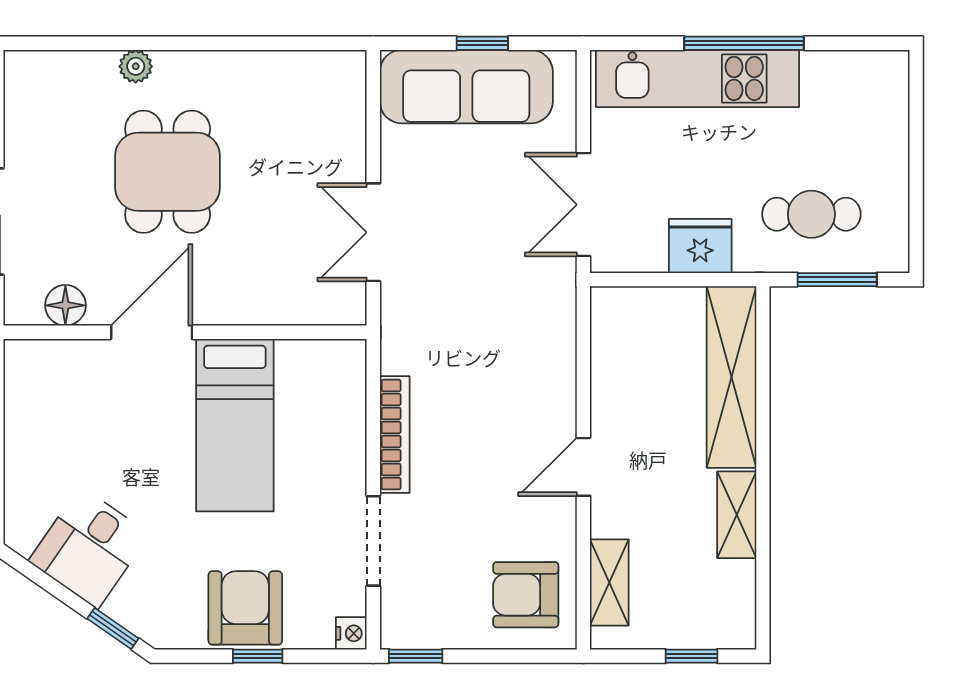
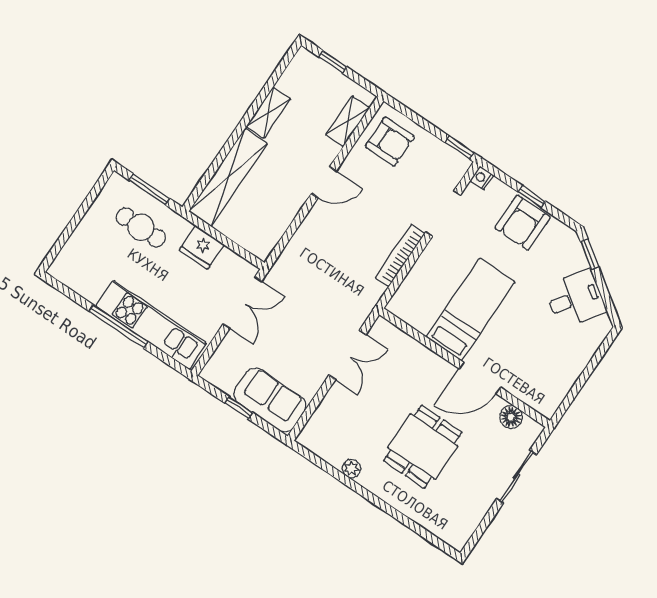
plant: (136, 66) -> (351, 469), moved
sofa: (466, 87) -> (270, 400), width x0.73

